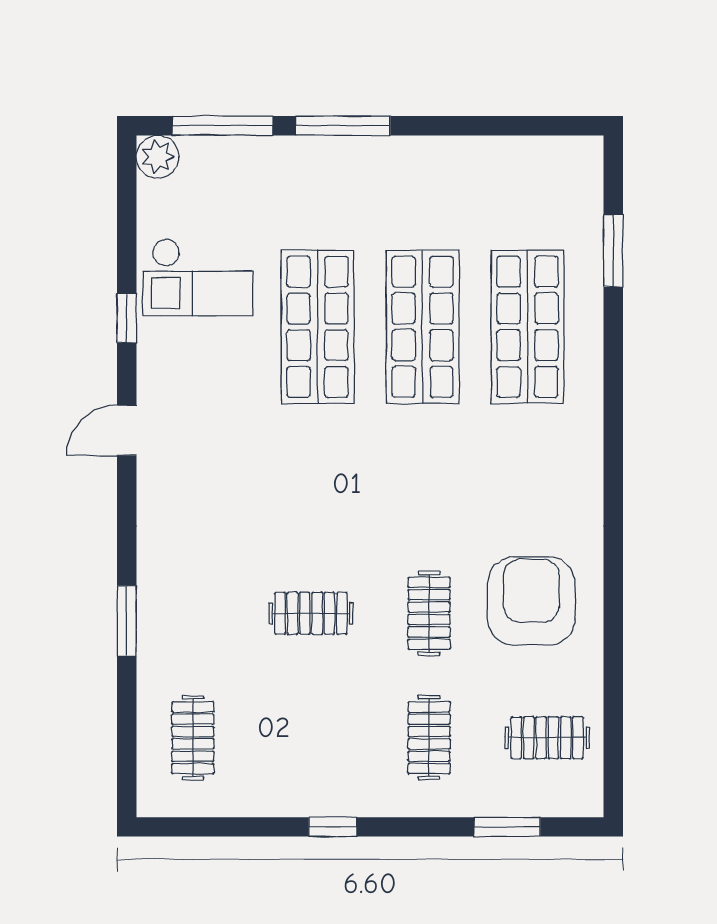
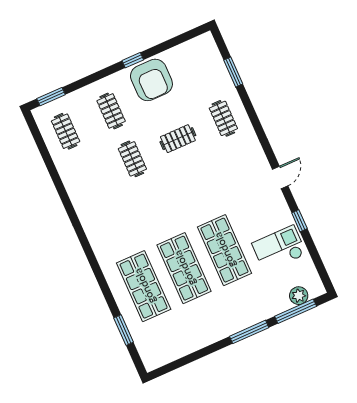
plant: (158, 157) -> (299, 296), moved
armchair: (531, 601) -> (151, 80), moved
window: (127, 621) -> (233, 72), moved
clothes rail: (193, 738) -> (223, 118), moved
clothes rail: (547, 738) -> (66, 131), turned 90
window: (507, 827) -> (51, 97), moved

